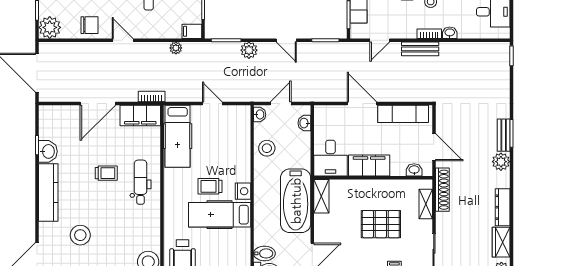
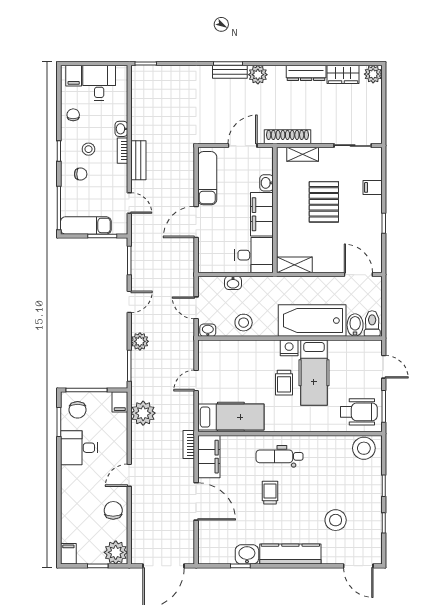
plant: (176, 48) -> (143, 413), width x1.87, depth x1.87
washbasin: (304, 123) -> (233, 283), moved
washbasin: (414, 170) -> (267, 183), moved
bathtub: (296, 201) -> (312, 321), moved, turned 180

